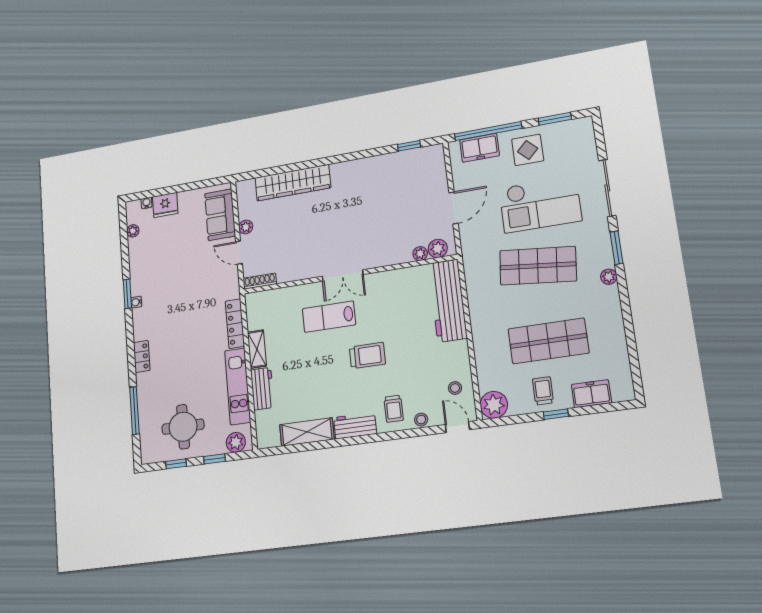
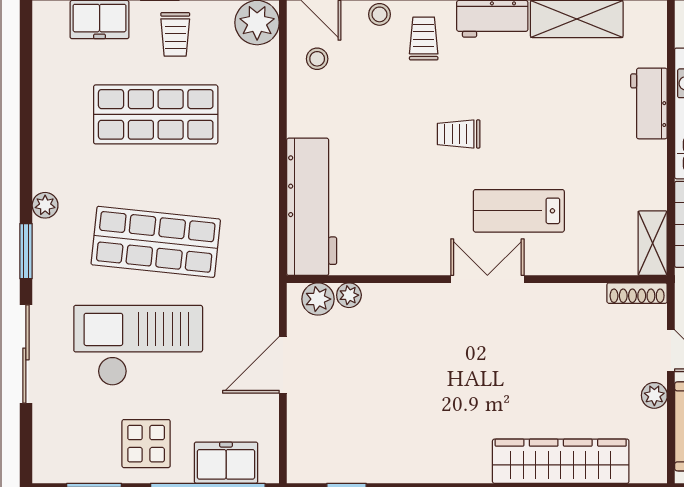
lab bench: (329, 317) -> (519, 211), turned 180
shelving: (257, 349) -> (653, 243), moved
trolley: (367, 356) -> (459, 134), width x0.73, depth x0.72

